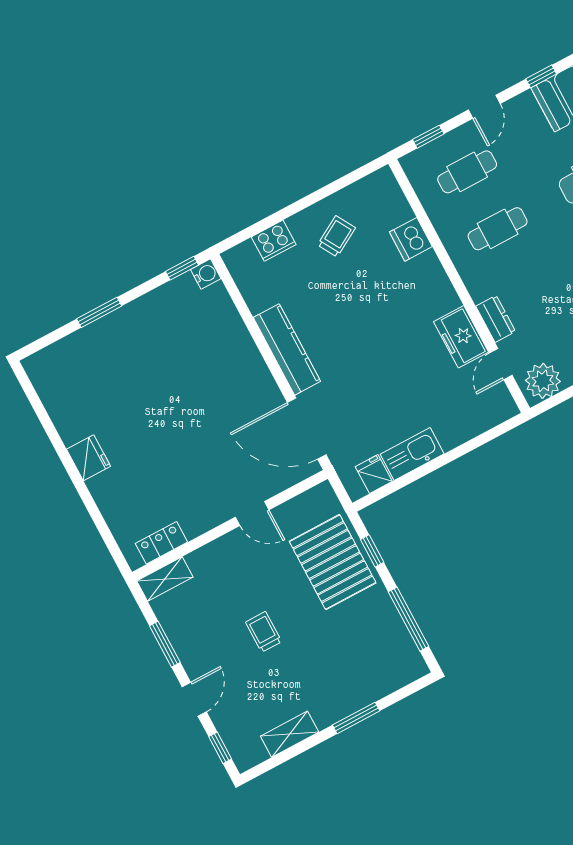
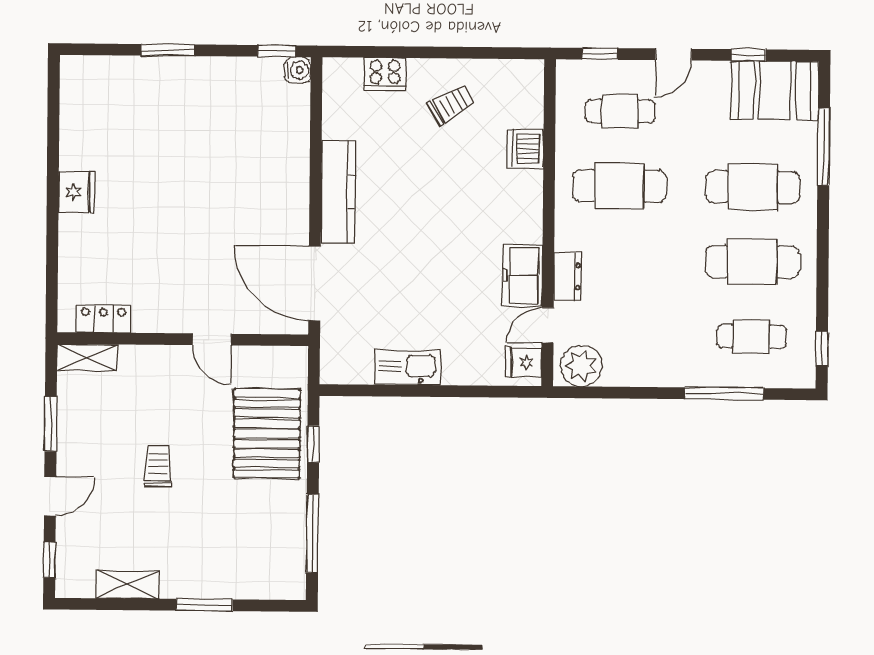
cafe table: (498, 229) -> (619, 186), width x1.37, depth x1.35
fridge: (374, 474) -> (524, 362), moved, turned -90

